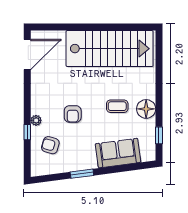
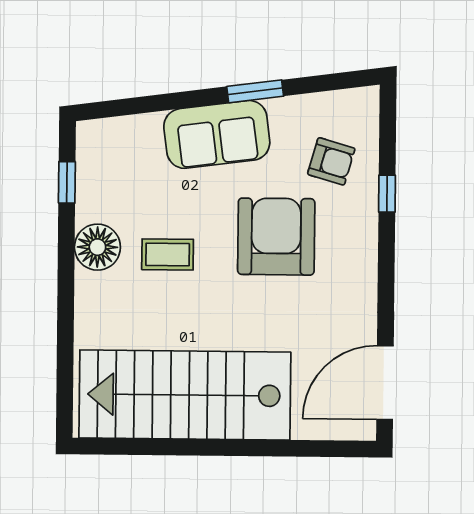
armchair: (73, 114) -> (276, 237), width x1.88, depth x1.88
plant: (36, 120) -> (365, 222), removed
sofa: (118, 153) -> (217, 134), moved

